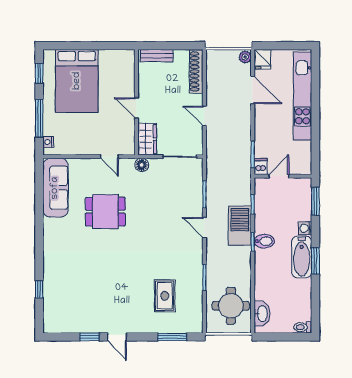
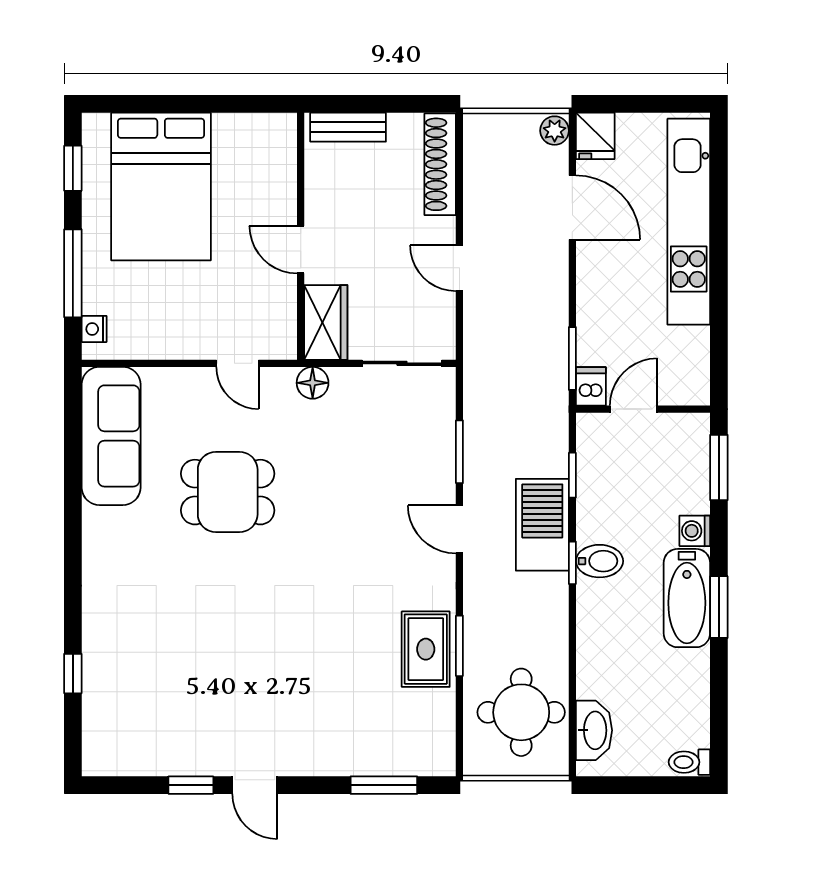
rug: (165, 296) -> (426, 649), moved

